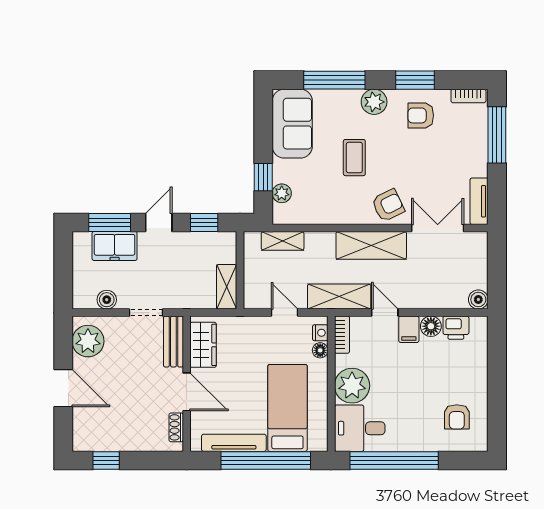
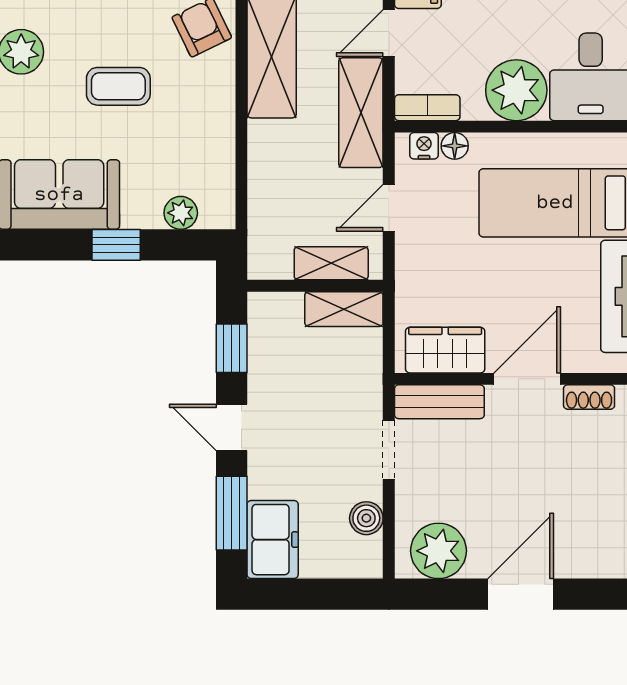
window: (263, 177) -> (116, 245), moved
shelving: (283, 241) -> (331, 263), moved, turned 90
freezer: (115, 246) -> (273, 540), moved

